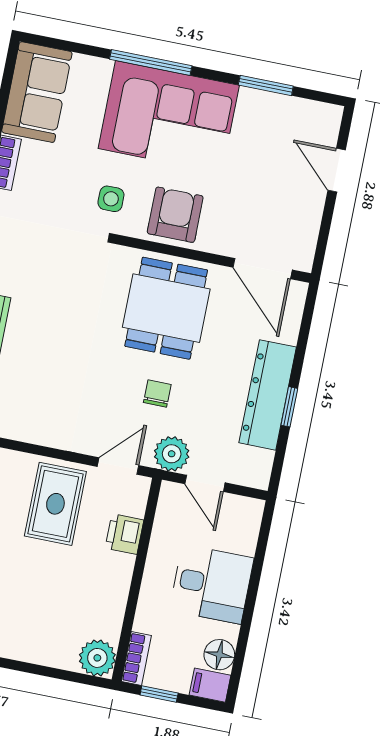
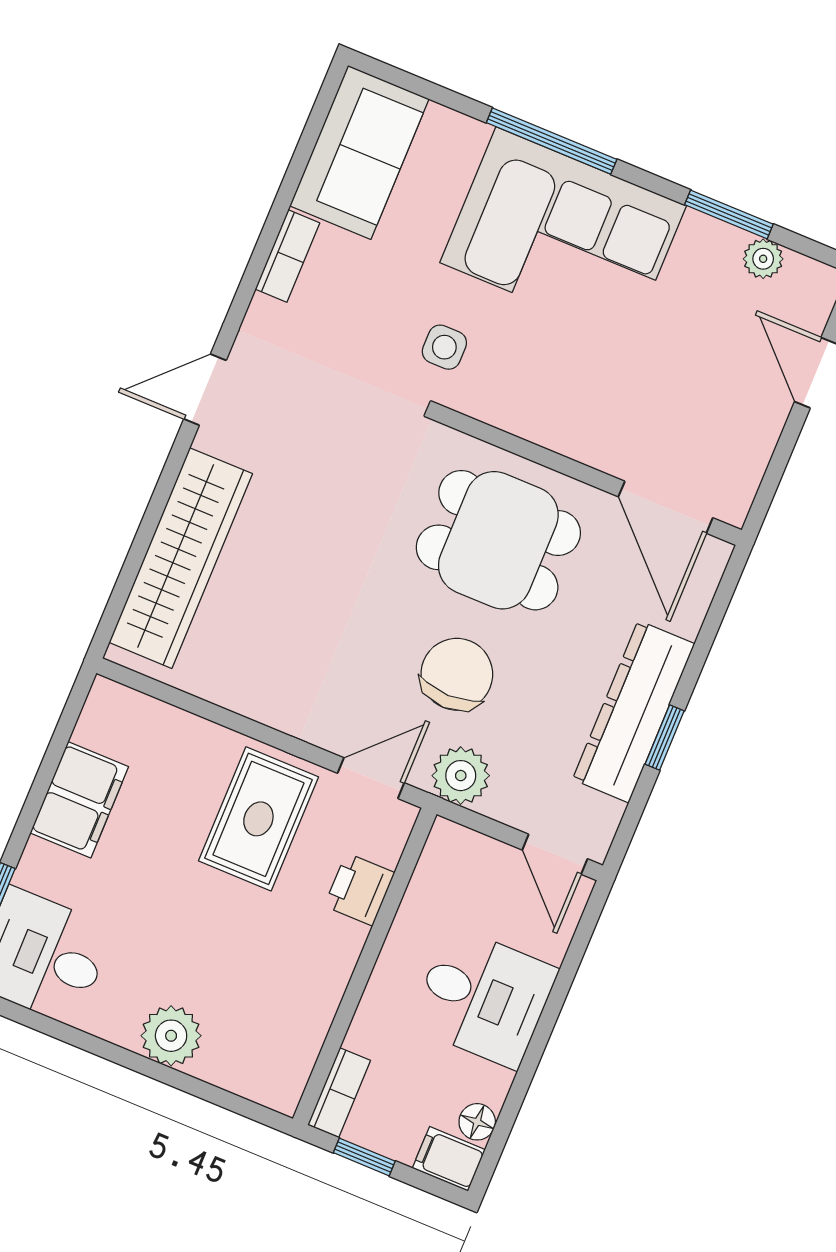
plant: (292, 108) -> (763, 259), added
armchair: (175, 215) -> (542, 393), removed
dining table: (166, 308) -> (498, 540), turned 90
chair: (157, 394) -> (457, 674), width x1.87, depth x1.87
door: (205, 483) -> (555, 854), moved
floor lamp: (219, 655) -> (477, 1122), width x0.73, depth x0.73
plant: (97, 658) -> (171, 1036), moved

